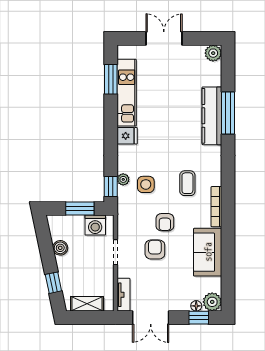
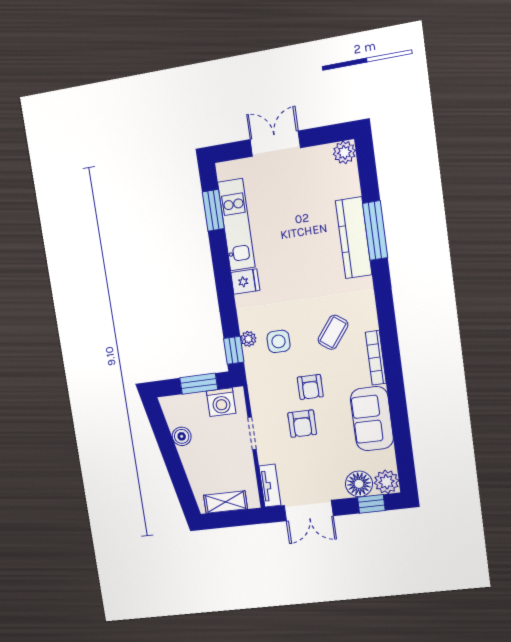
coffee table: (187, 183) -> (333, 332), turned 37
armchair: (155, 249) -> (302, 424), turned 180
window: (53, 283) -> (180, 481), removed
floor lamp: (196, 306) -> (359, 484), width x1.89, depth x1.89

